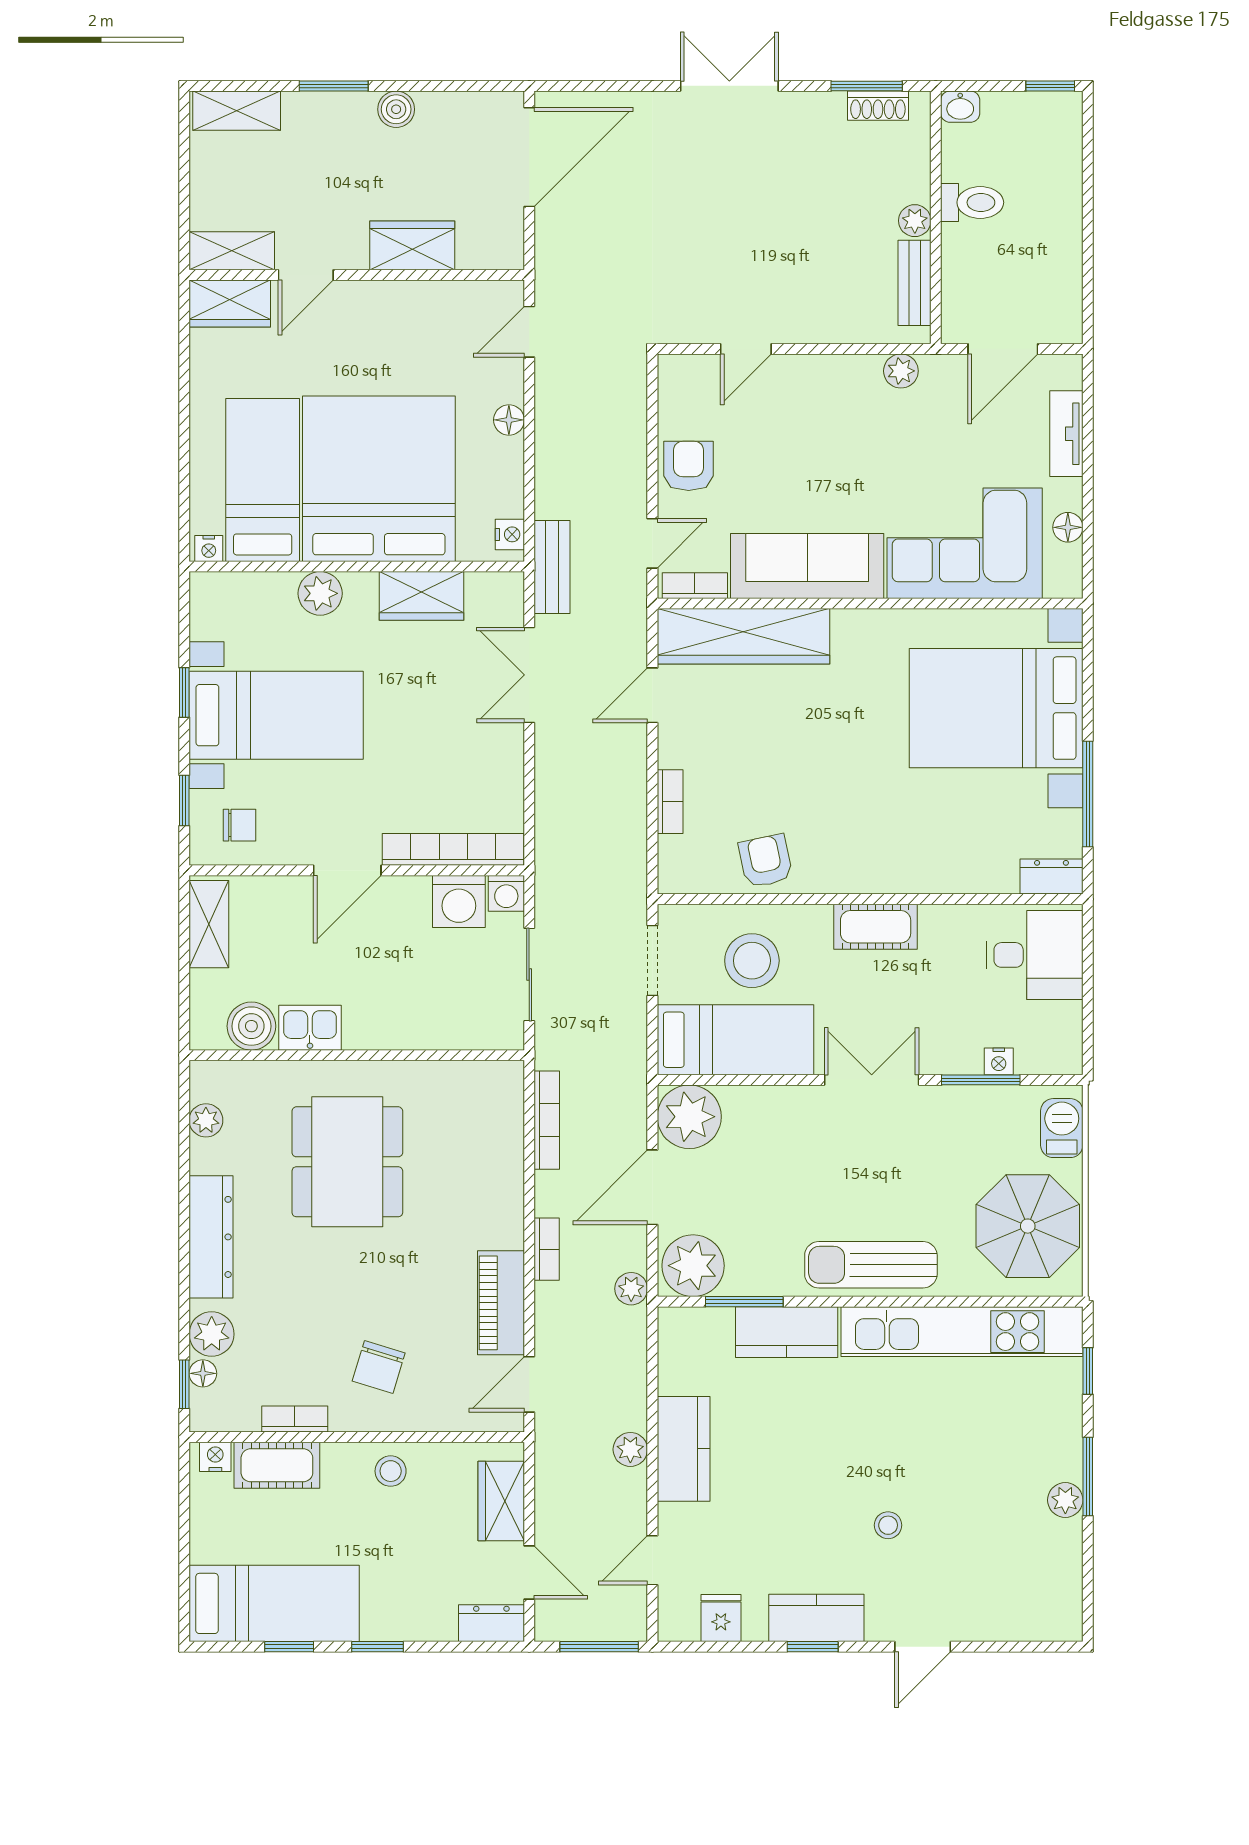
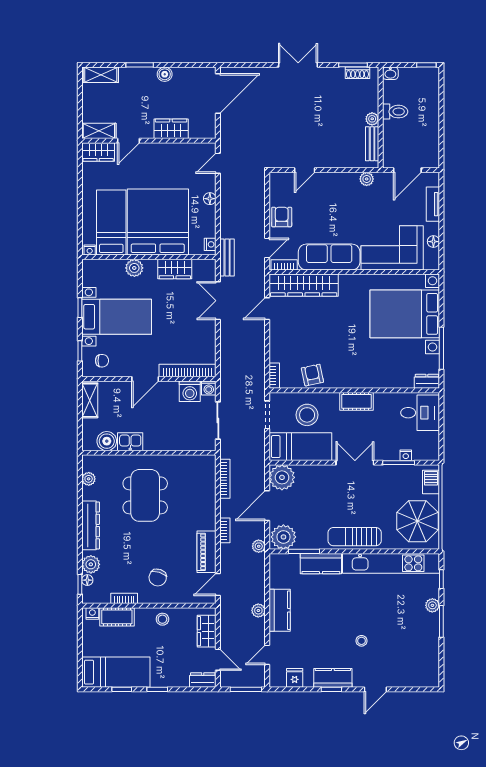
bookcase: (670, 802) -> (274, 376), moved
plant: (1065, 1500) -> (432, 605), moved

